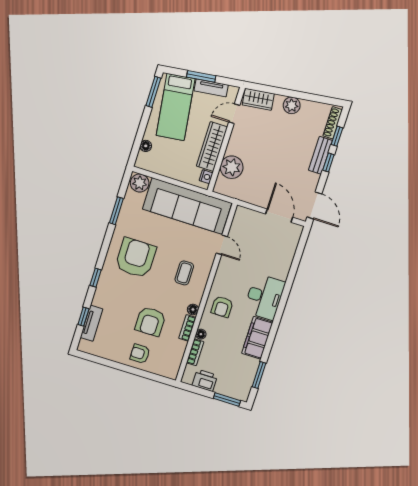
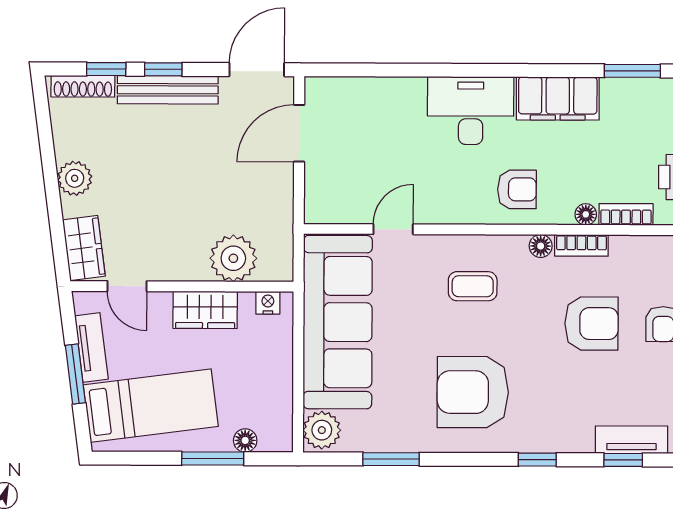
window: (153, 92) -> (213, 458), moved
wardrobe: (212, 147) -> (205, 310), width x0.67
bench: (320, 155) -> (168, 90), width x1.36

